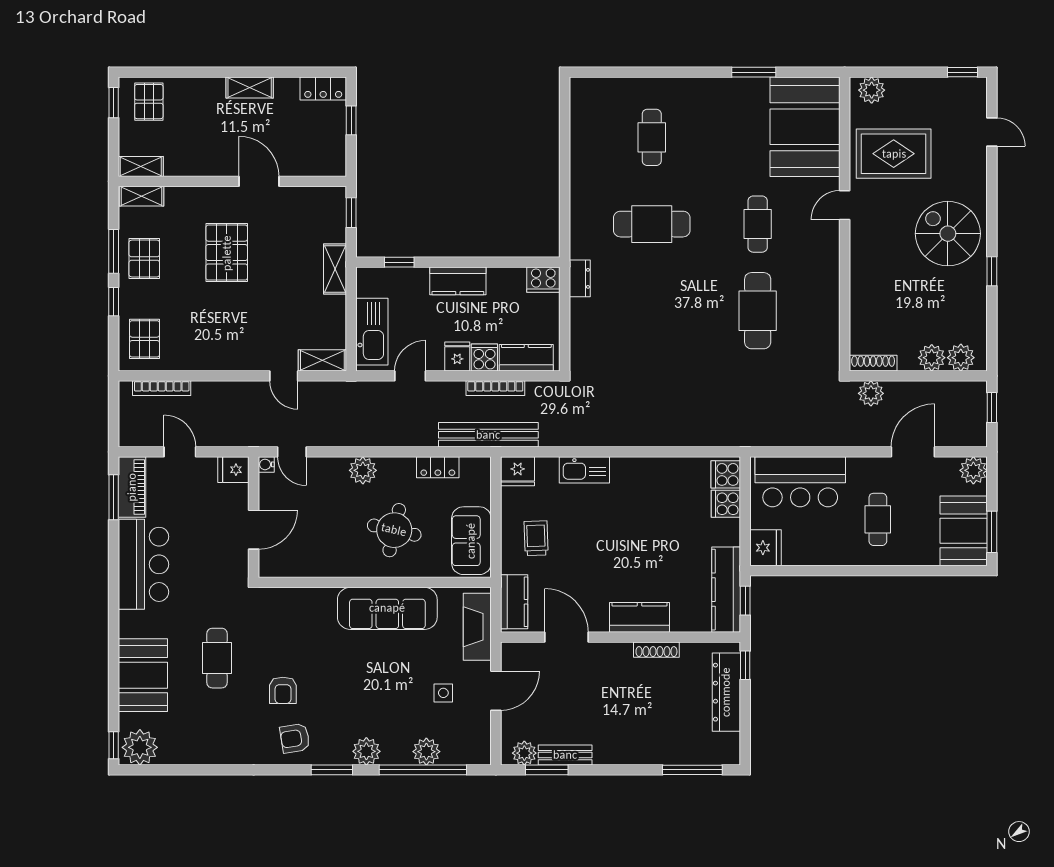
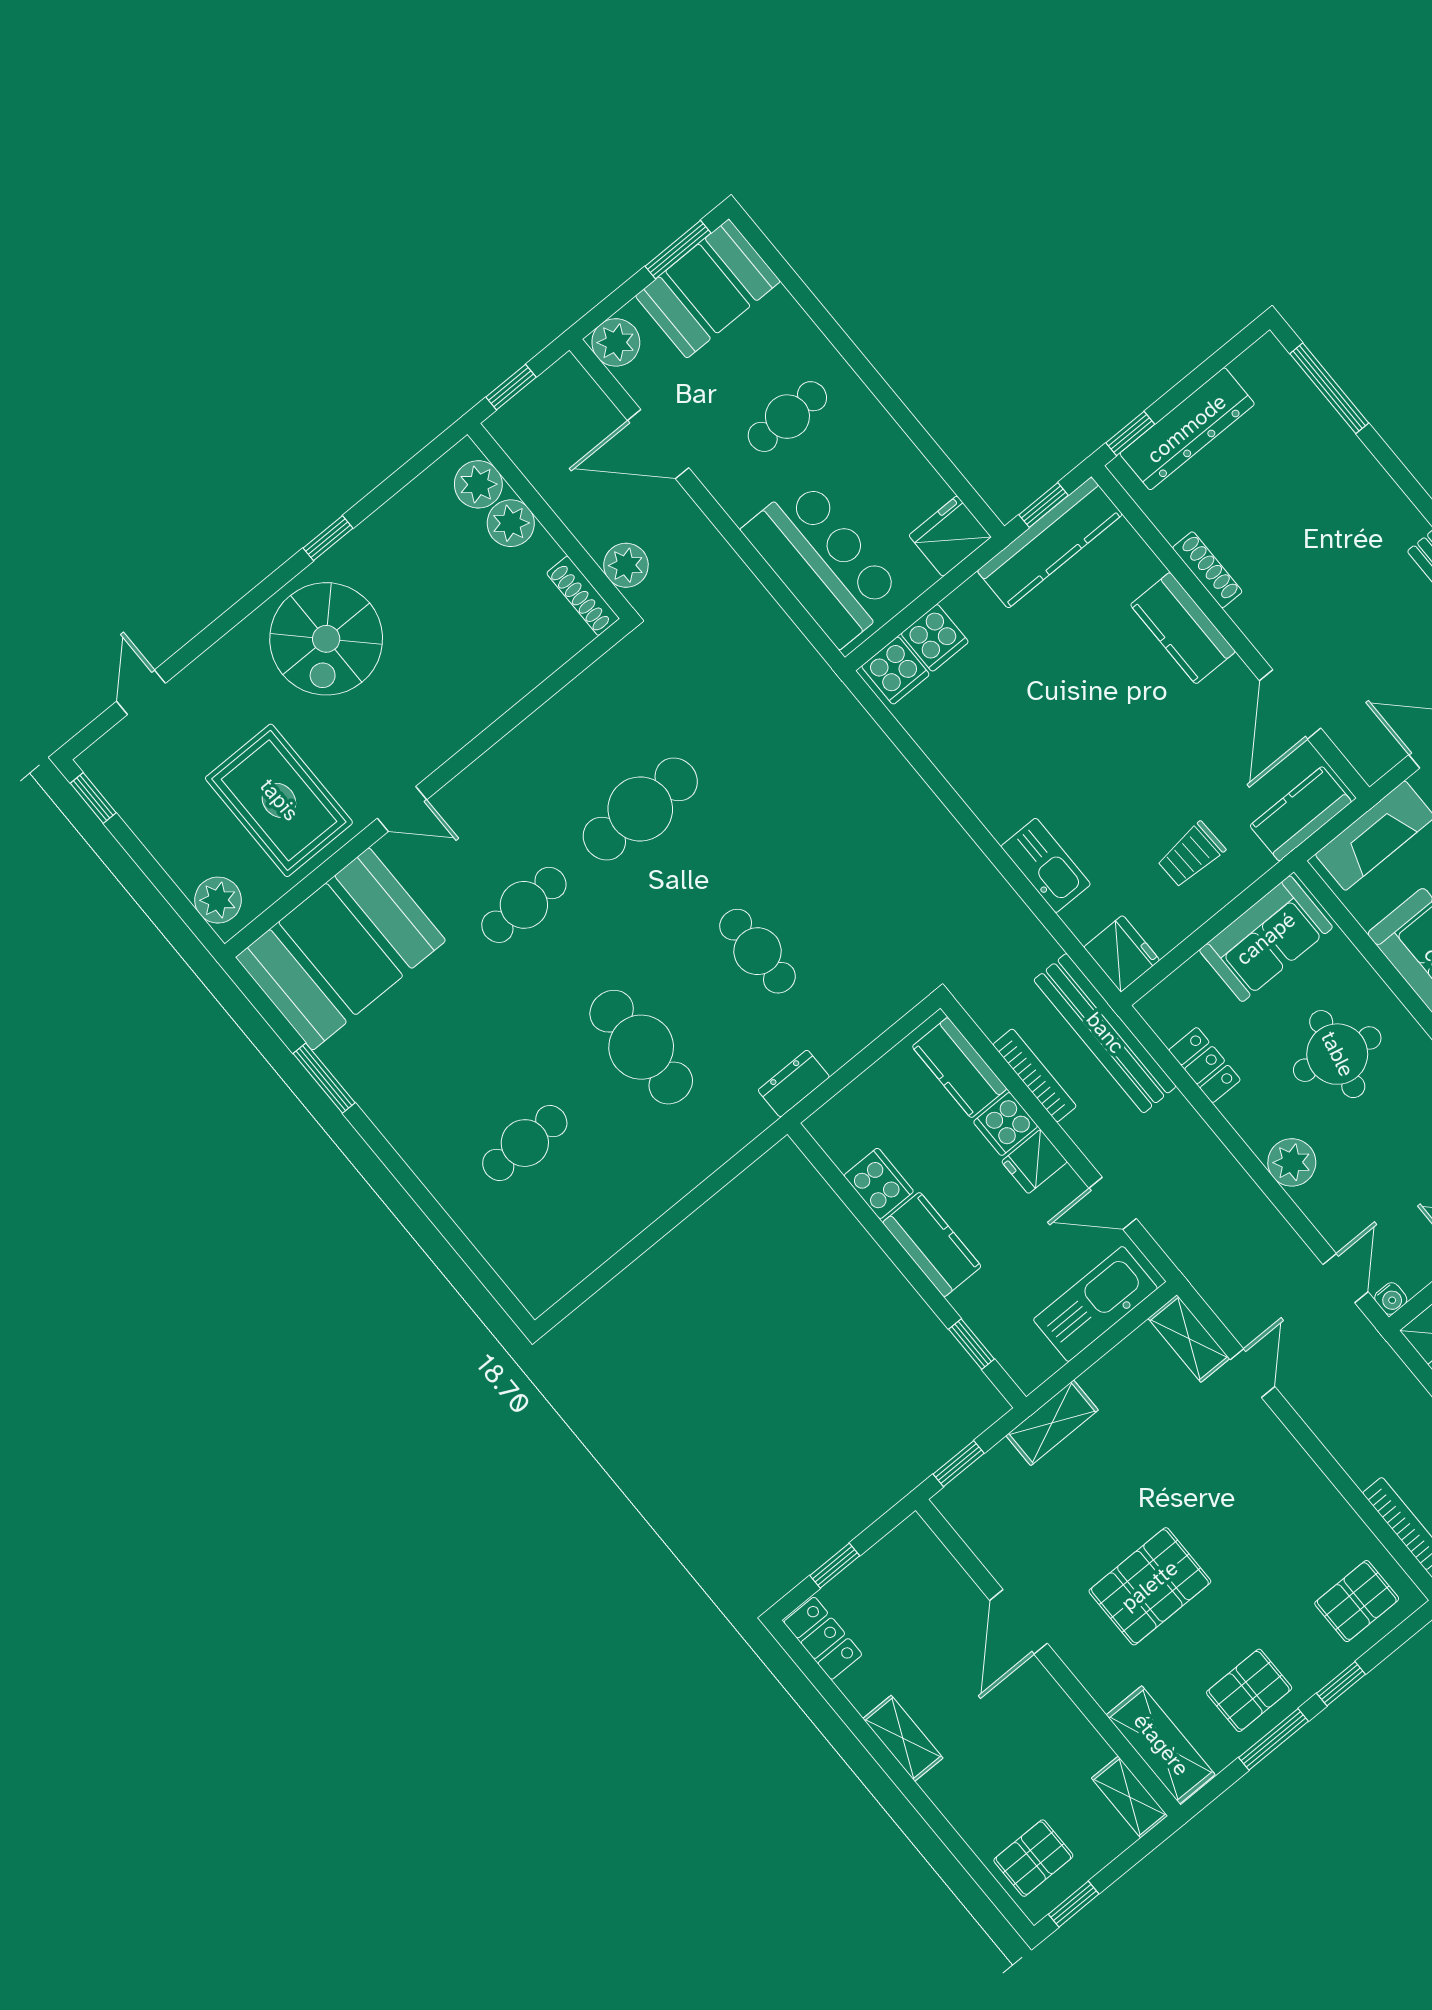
shelving: (141, 196) -> (1161, 1745), width x1.50, depth x1.33
cooker: (543, 280) -> (879, 1183), moved
cafe table: (652, 311) -> (757, 951), added

